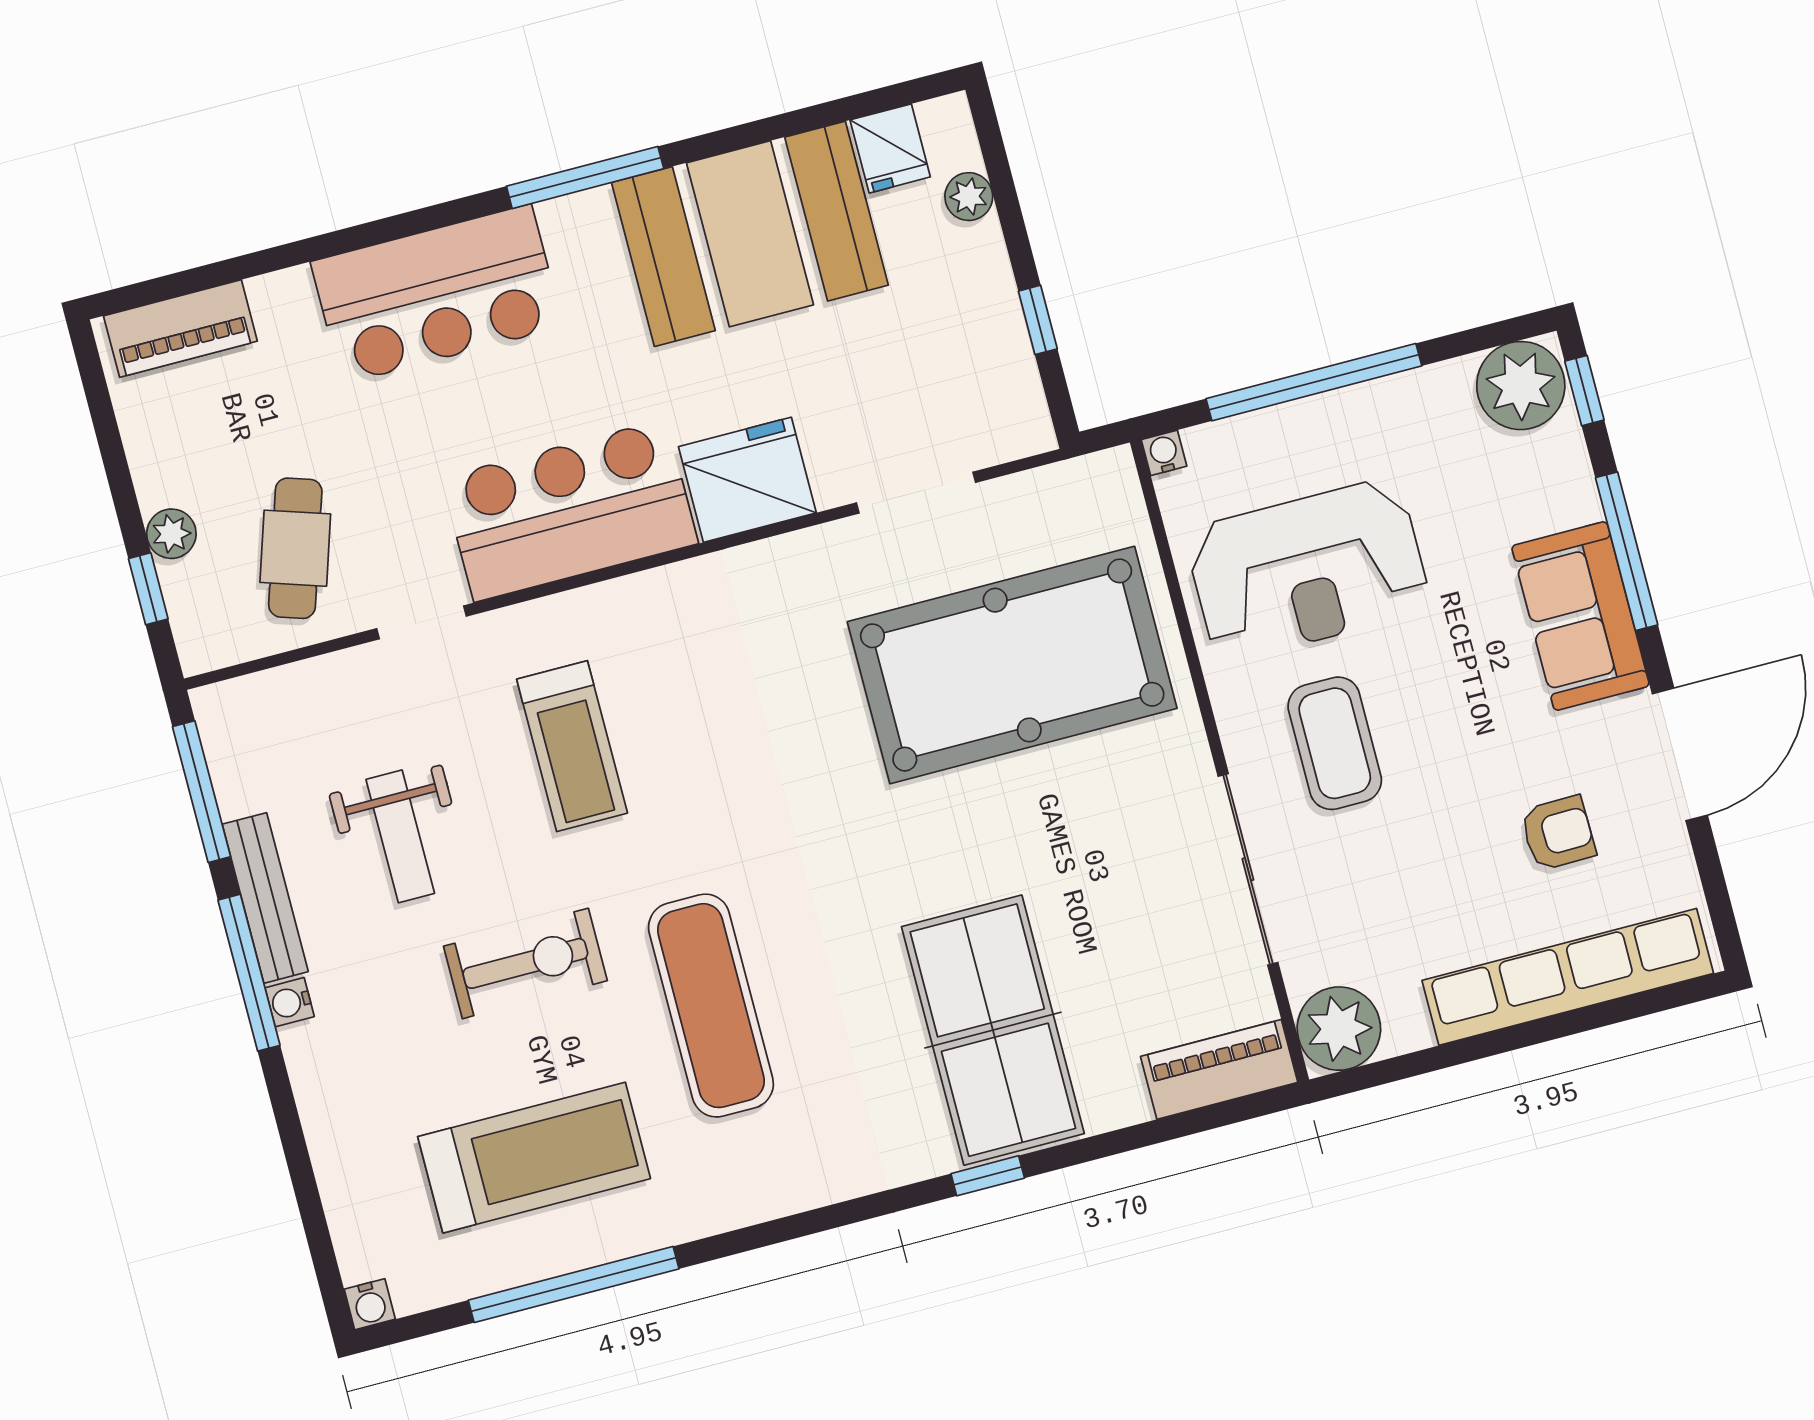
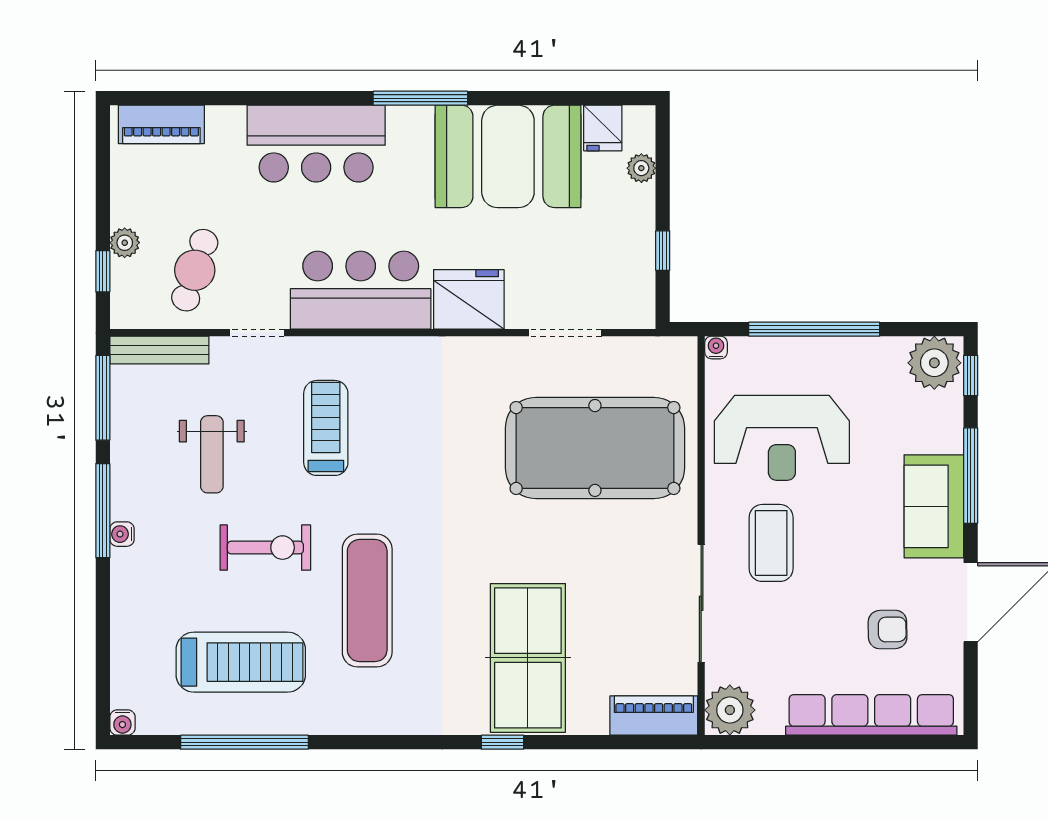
treadmill: (572, 746) -> (326, 428), turned 180
bench: (265, 898) -> (159, 350), moved, turned 90

